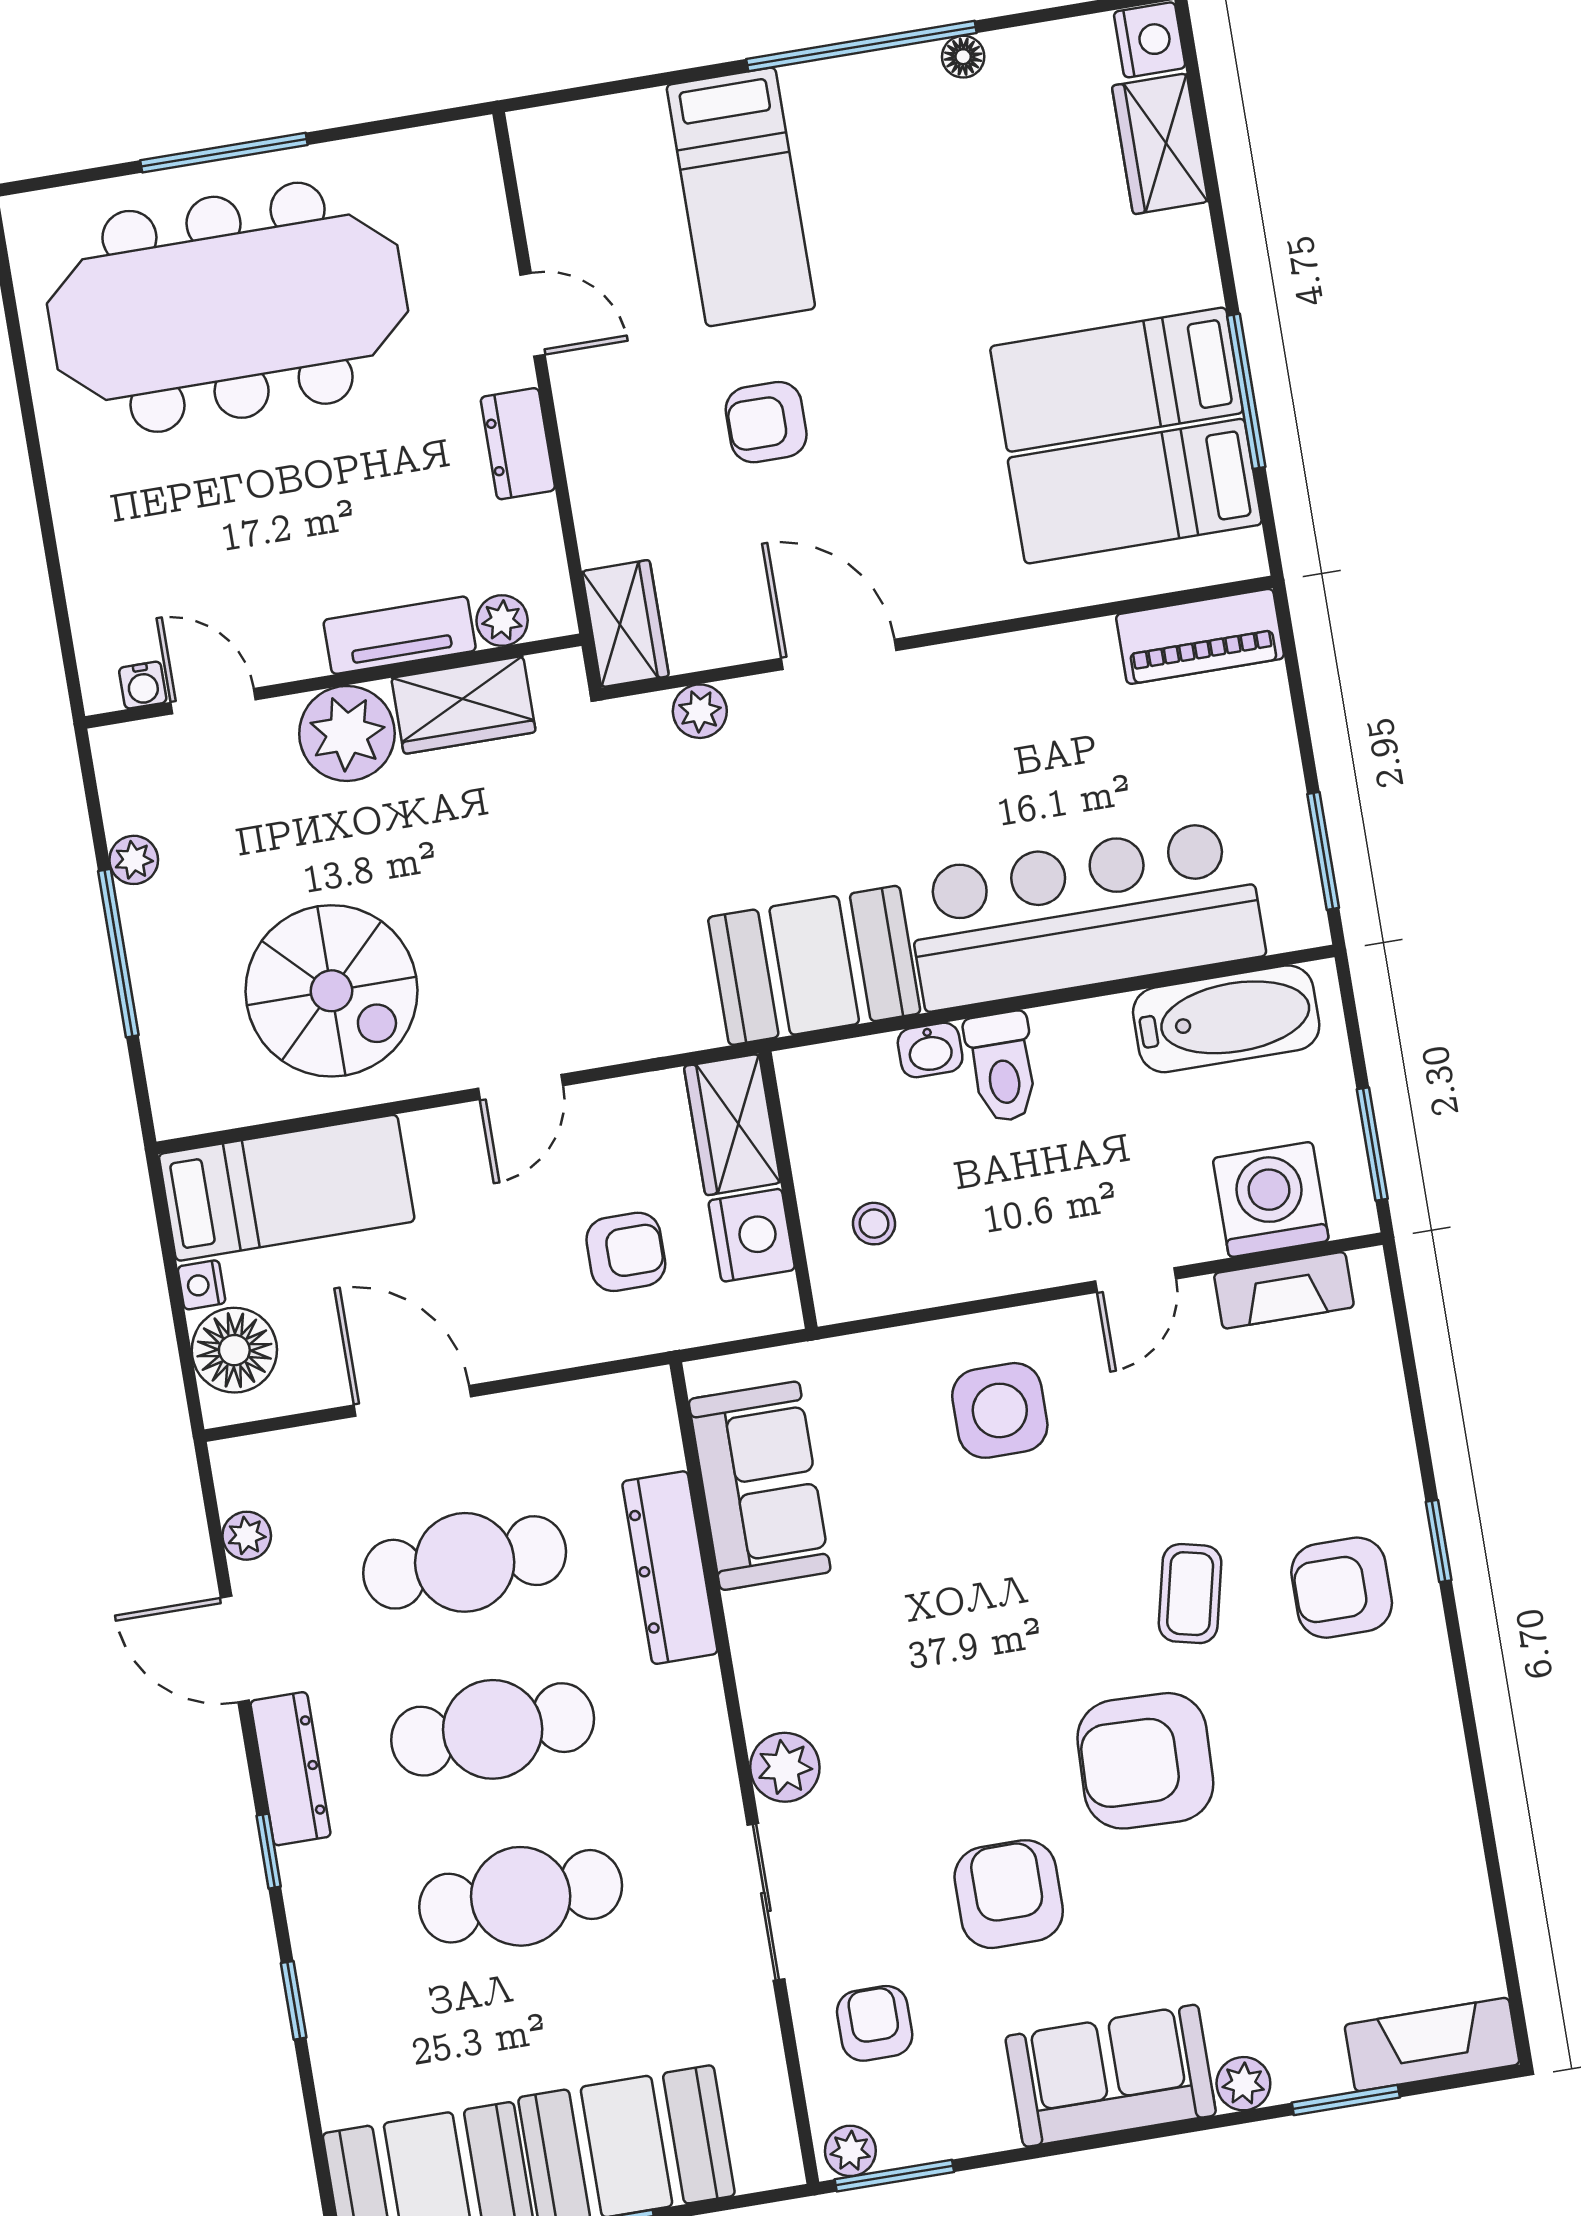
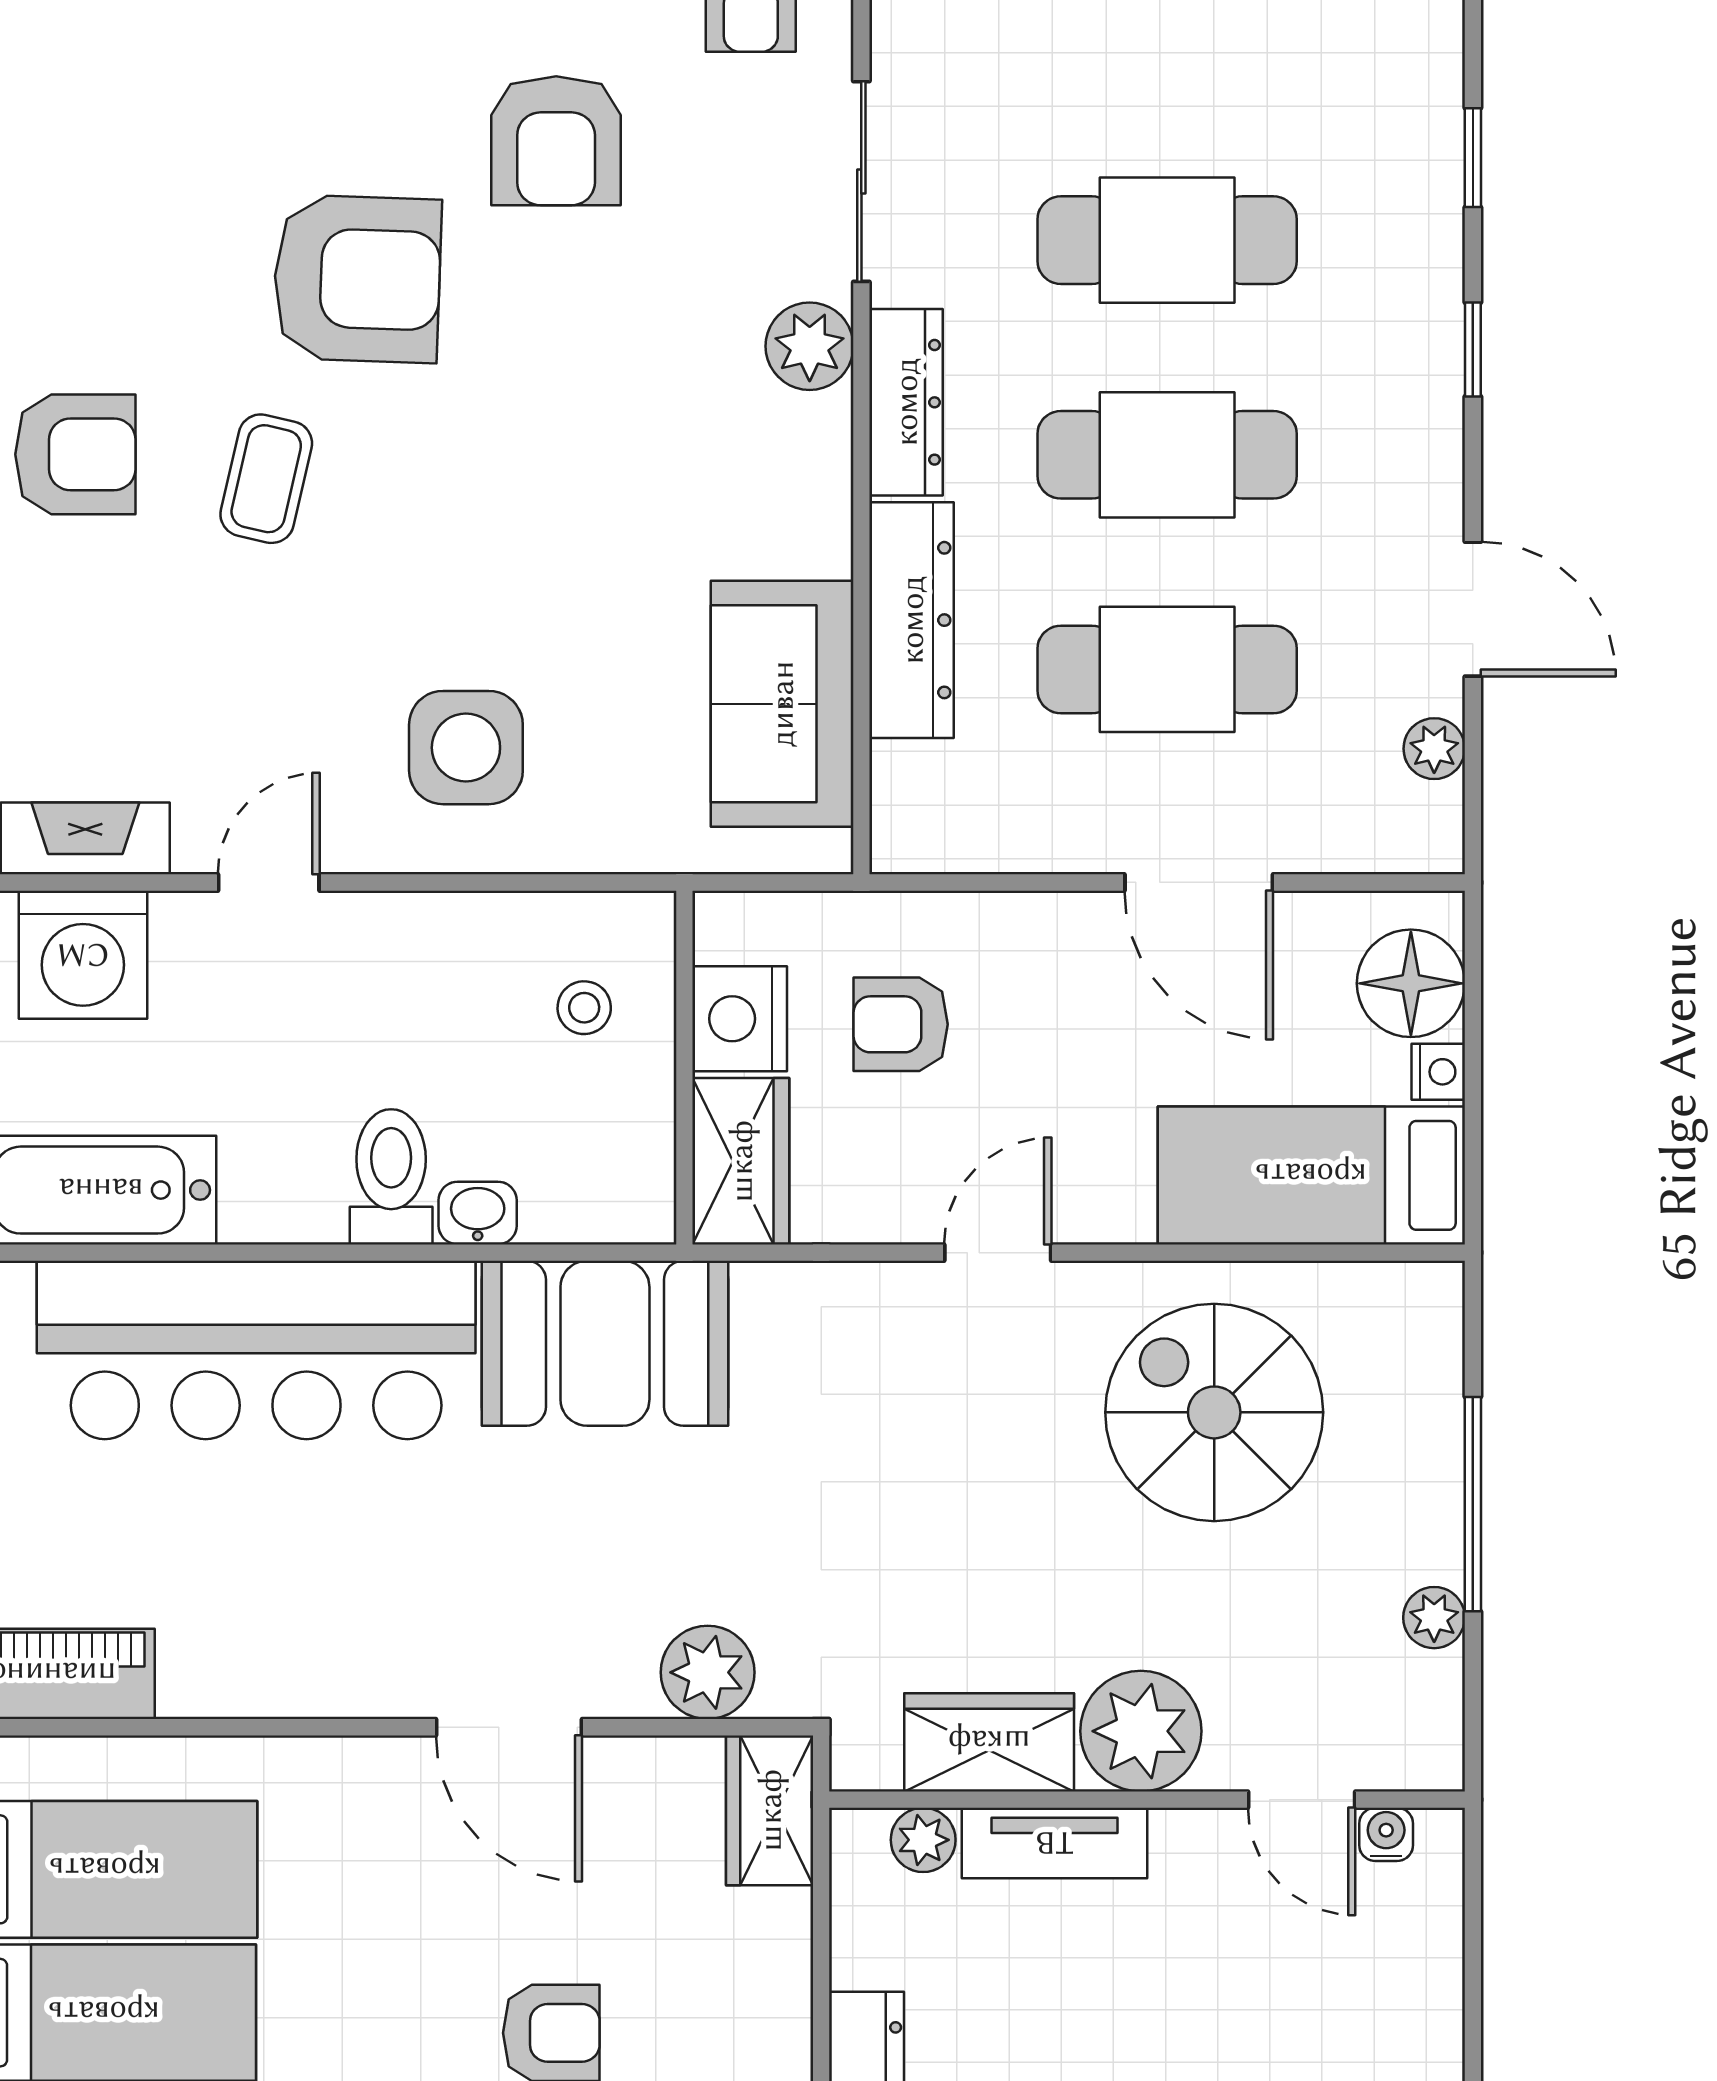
plant: (700, 711) -> (708, 1672), width x1.38, depth x1.38
dresser: (290, 1769) -> (906, 402), moved, turned 180

